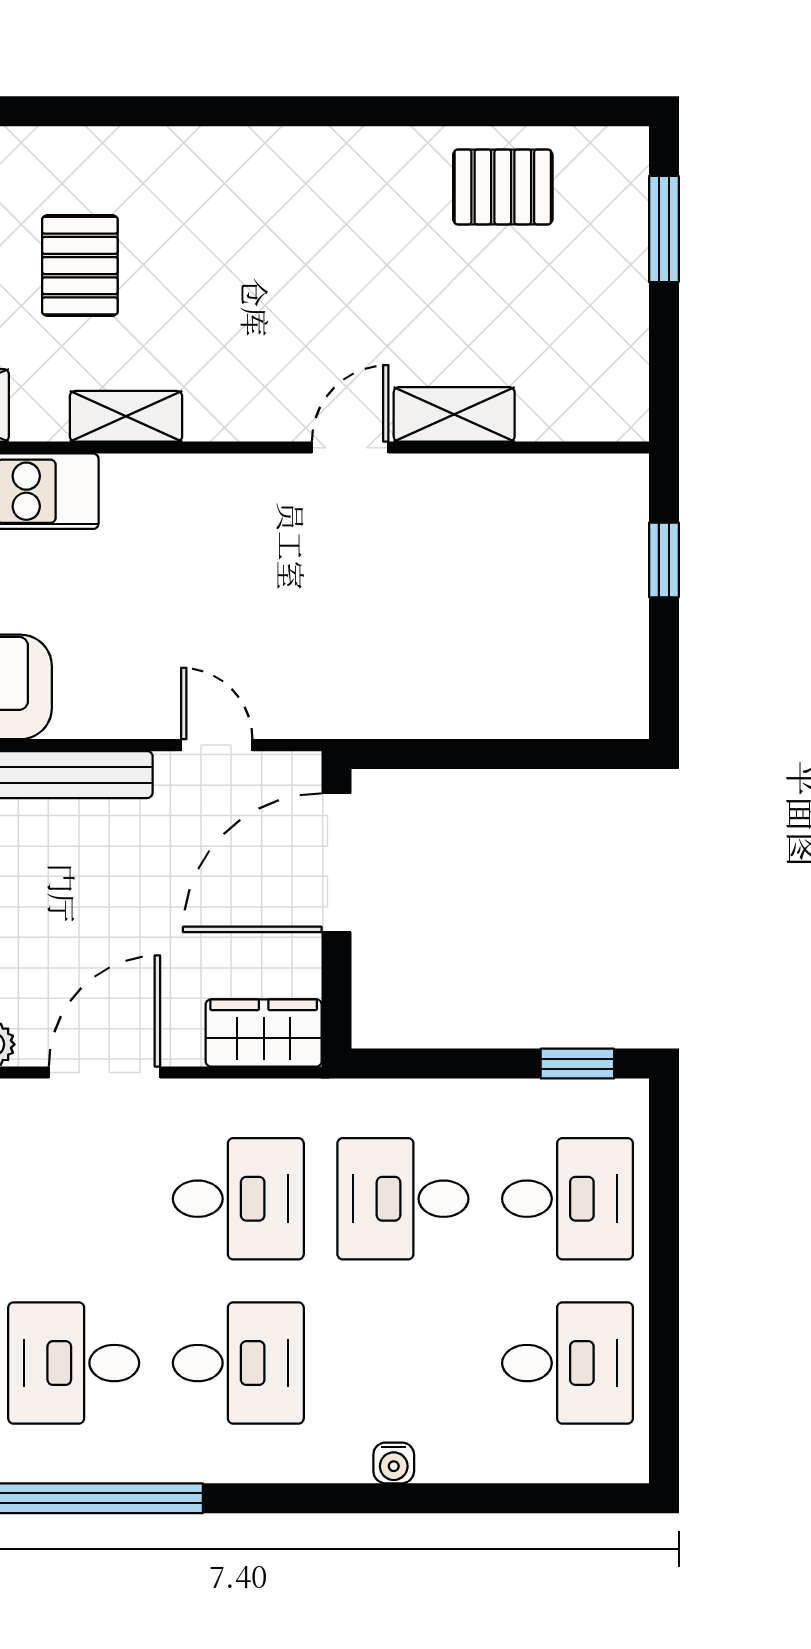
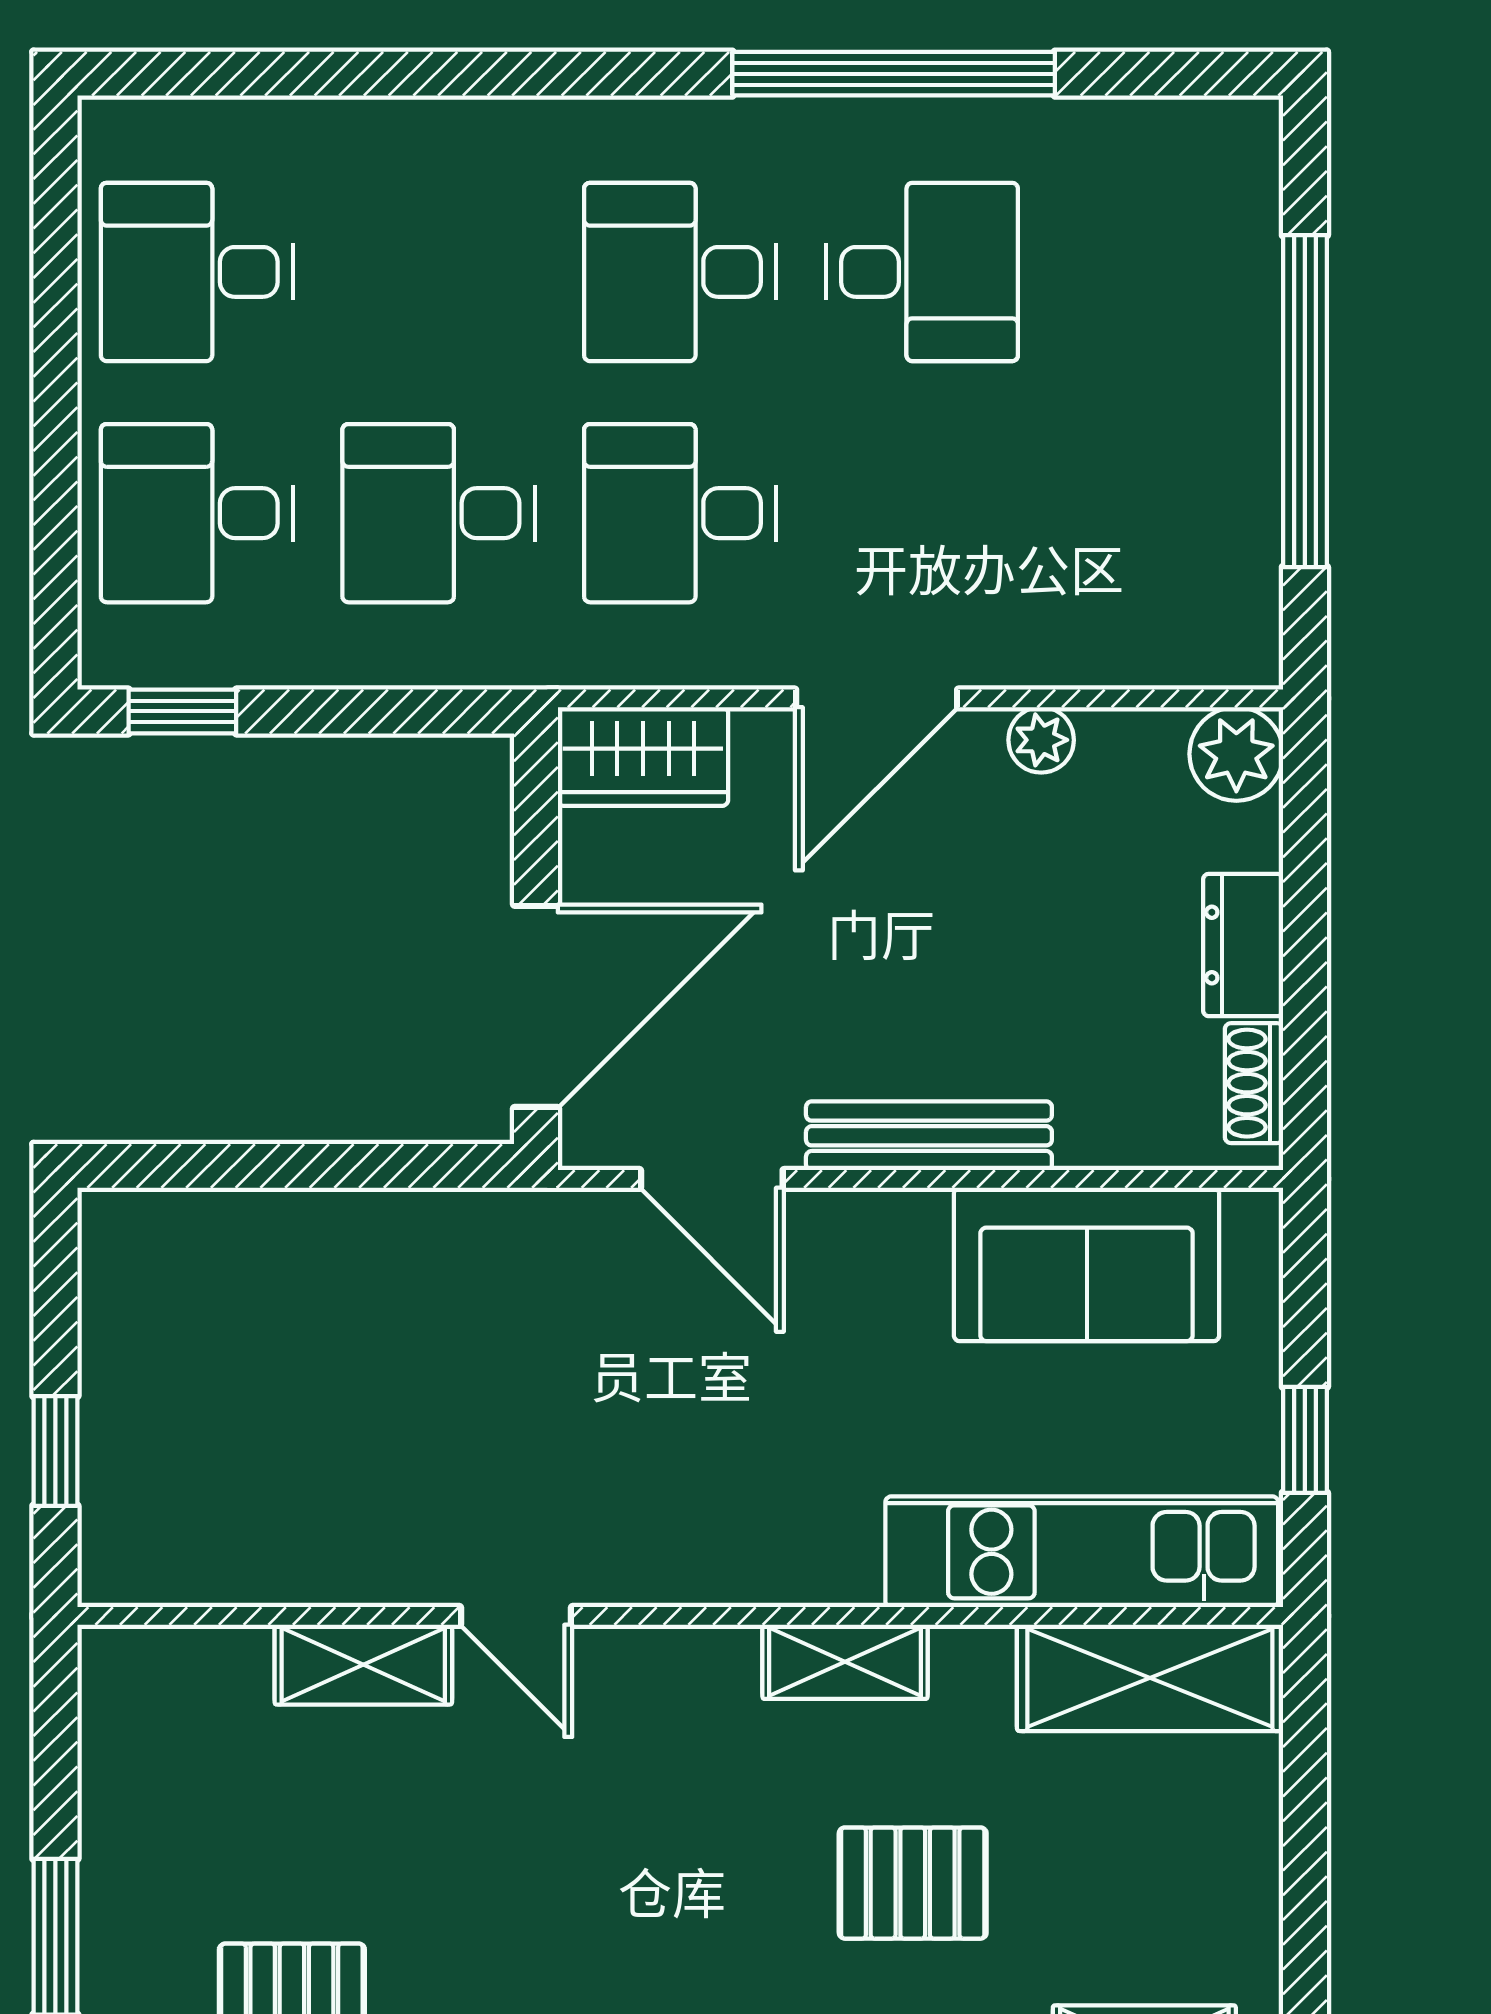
pallet: (80, 266) -> (913, 1883), turned 90
door: (350, 448) -> (516, 1616), hinge flipped
door: (217, 745) -> (712, 1179), width x1.38
desk: (403, 1199) -> (439, 513), turned 180
water cooler: (394, 1463) -> (452, 125), removed

